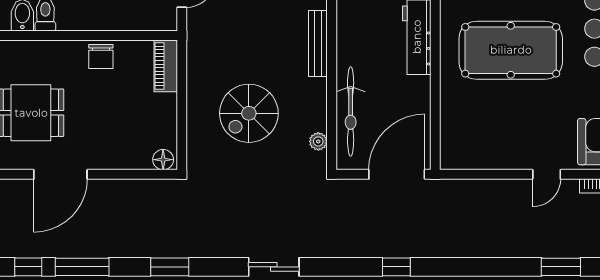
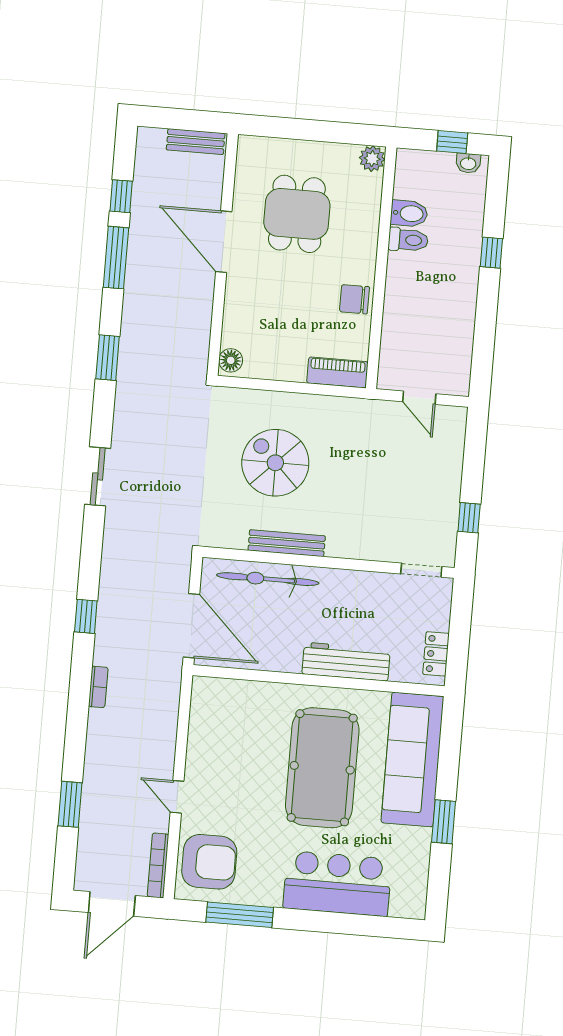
bench: (318, 44) -> (287, 543), moved
plant: (318, 141) -> (237, 539), removed
bookcase: (457, 251) -> (98, 687), added

